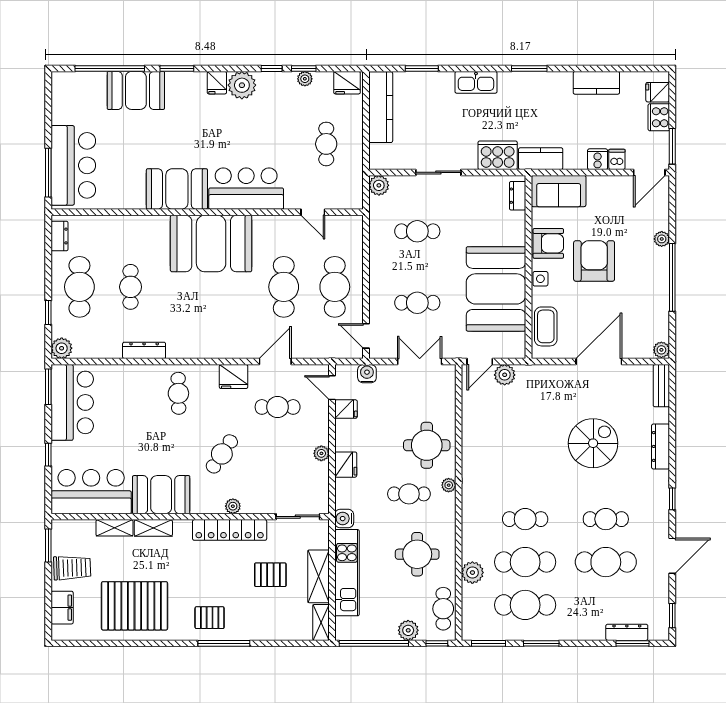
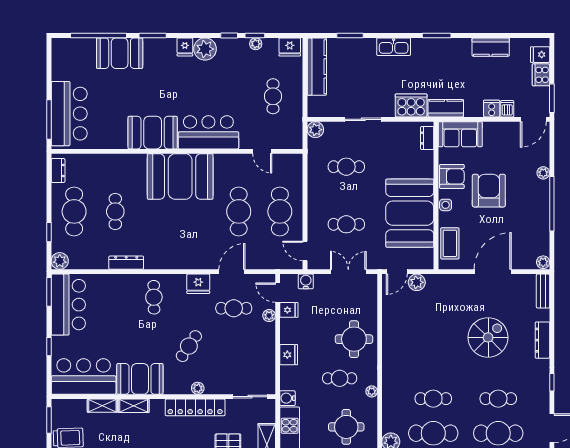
plant: (321, 453) -> (269, 316), moved
plant: (449, 485) -> (372, 391), moved

